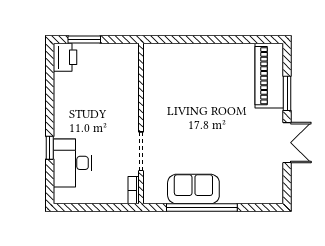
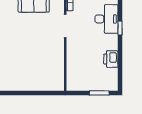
printer: (65, 57) -> (111, 59), moved

